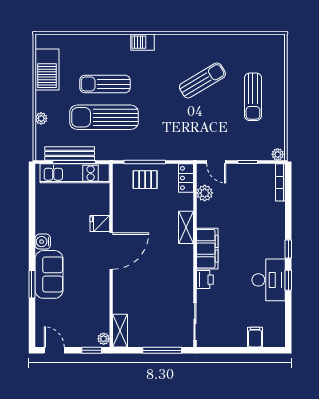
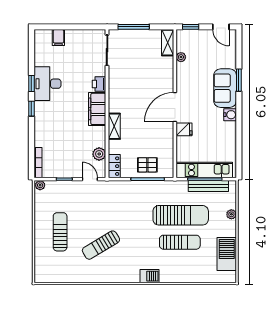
plant: (104, 339) -> (181, 57), moved

